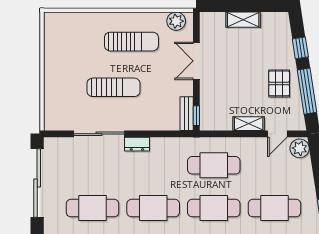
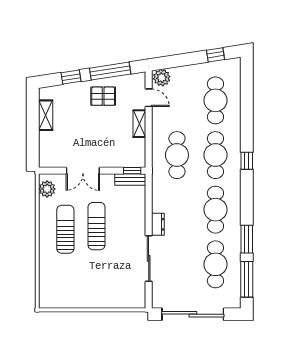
shelving: (243, 20) -> (46, 115), moved
sun lounger: (113, 87) -> (97, 226), moved

